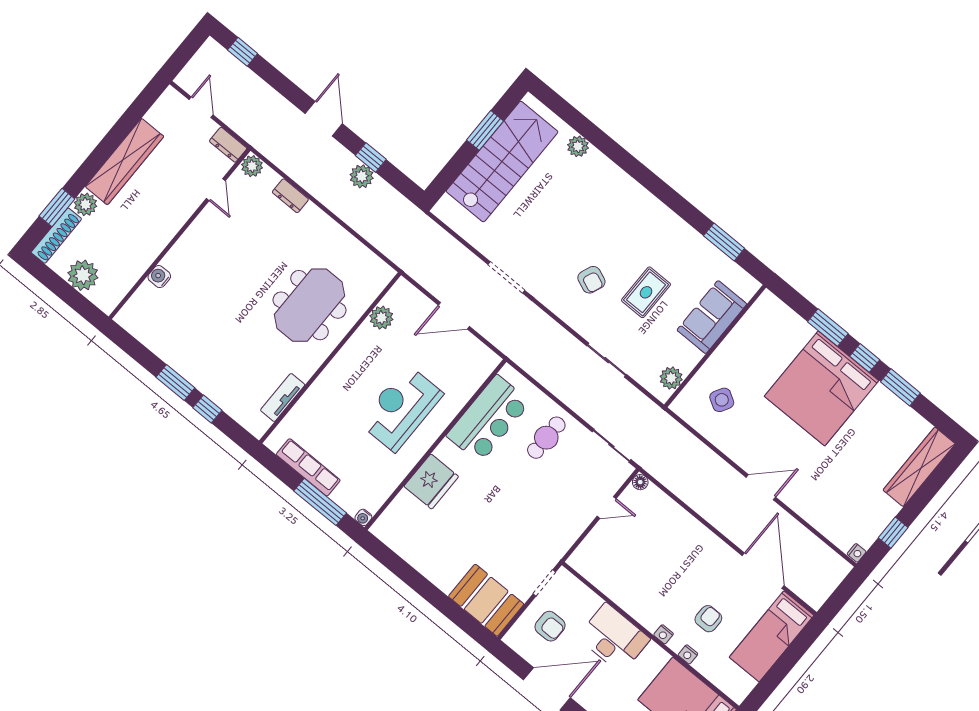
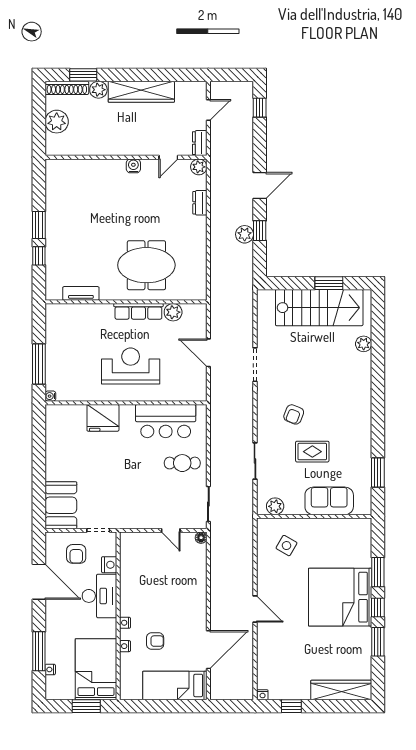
water cooler: (159, 277) -> (133, 166), moved
row of seats: (308, 467) -> (138, 311), moved, turned 90
nightstand: (589, 601) -> (109, 565), added

